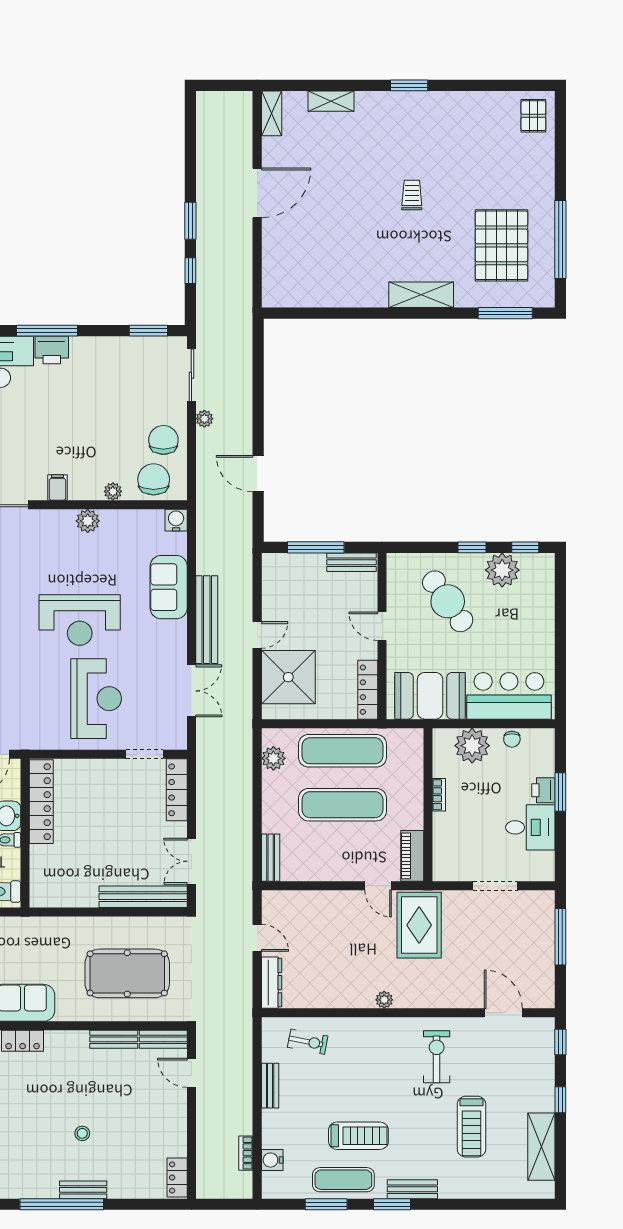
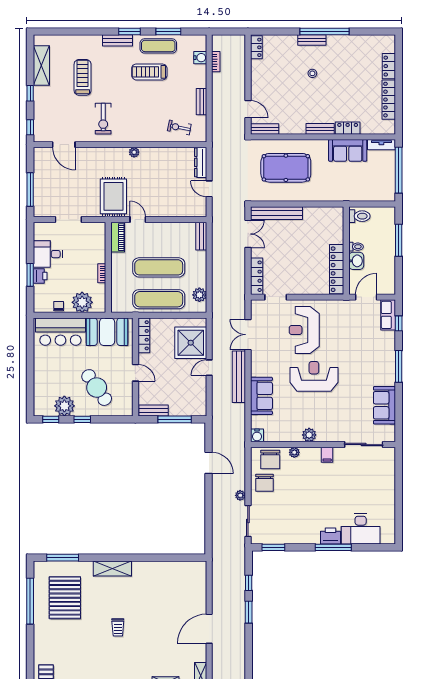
bench: (114, 1039) -> (320, 129), moved

